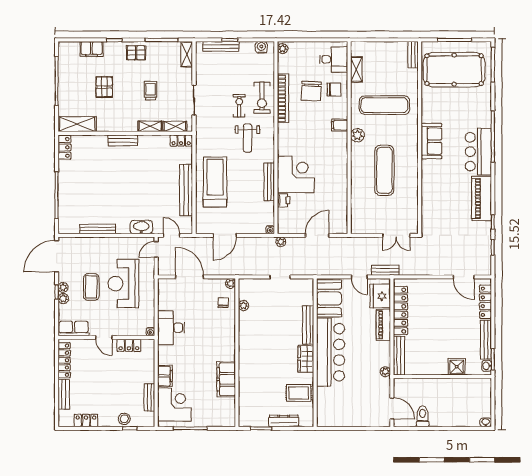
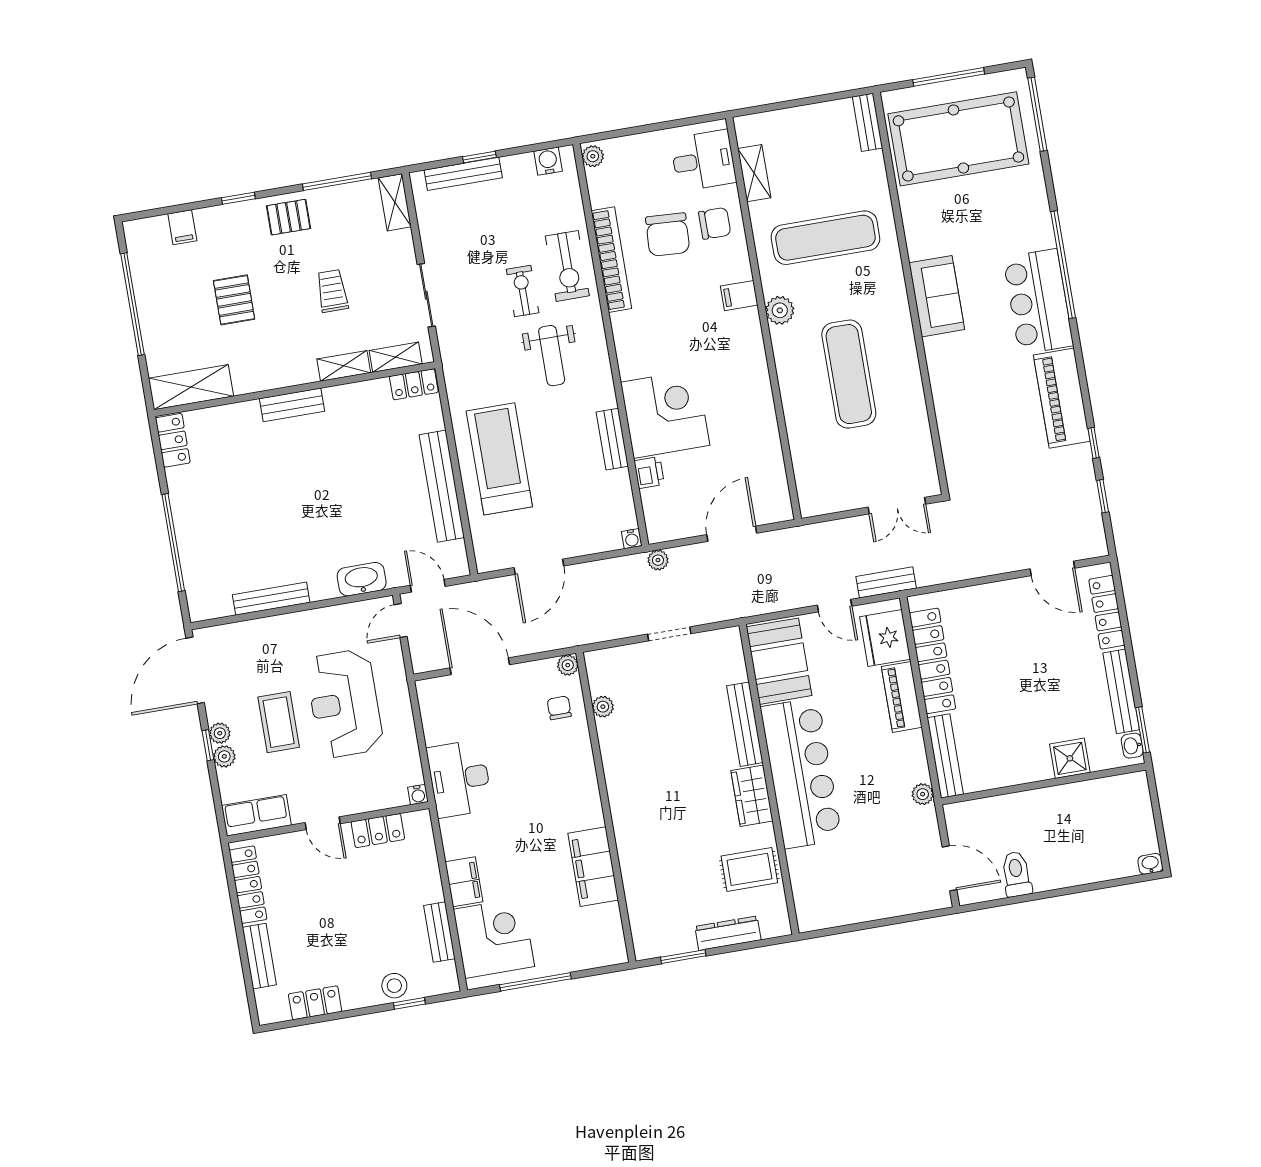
filing cabinet: (92, 49) -> (182, 227), width x0.50
bench: (269, 182) -> (612, 439), width x0.73

